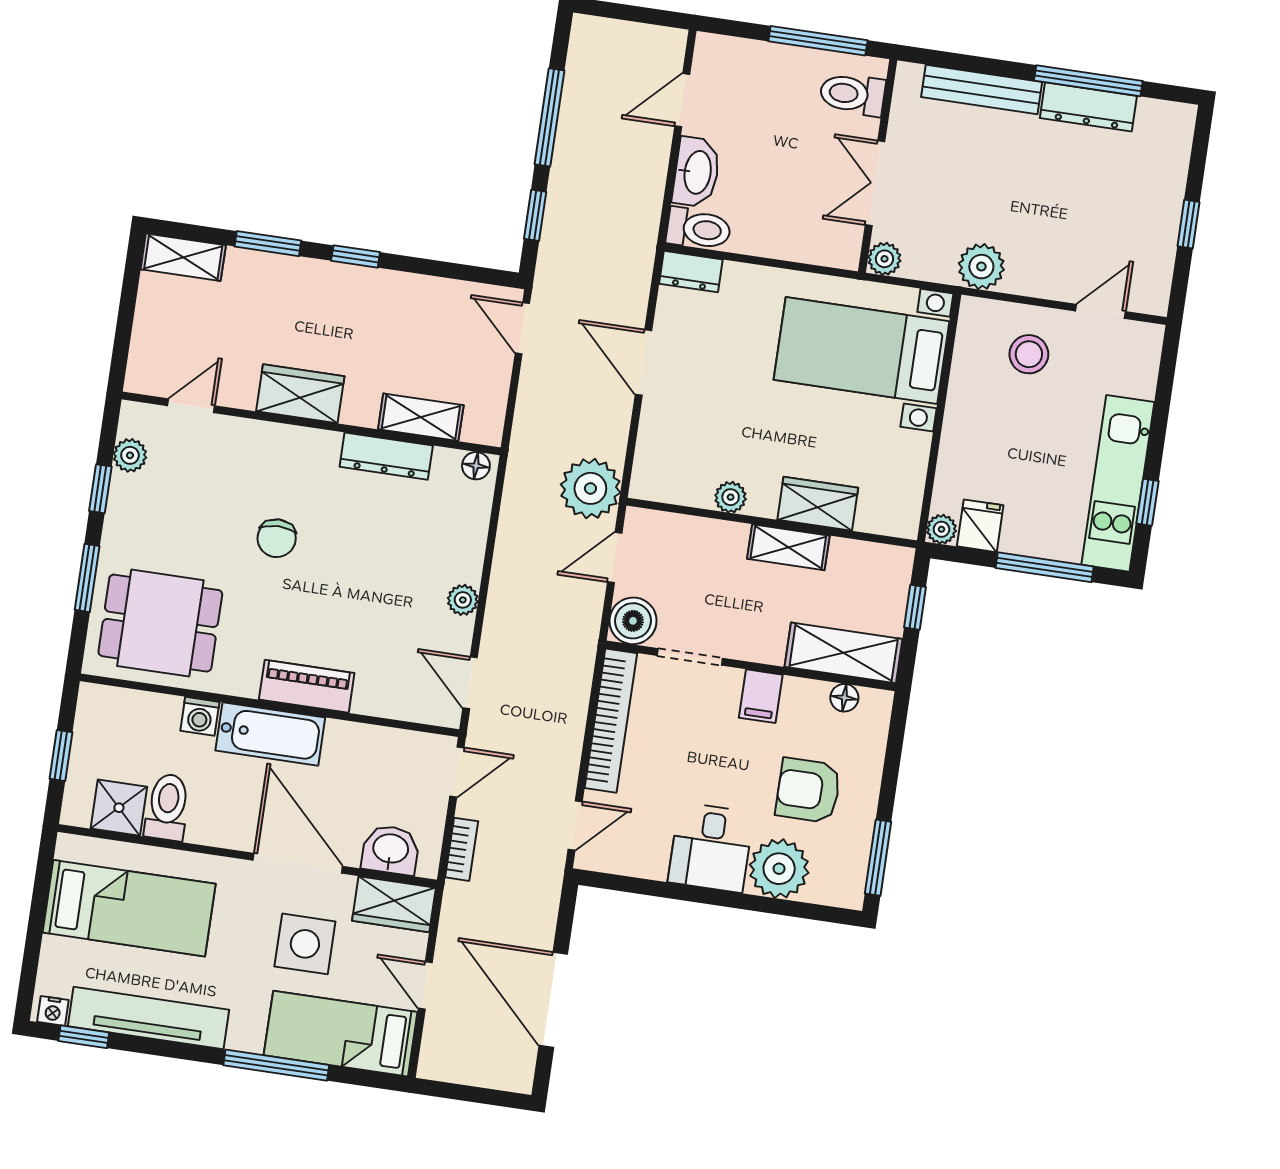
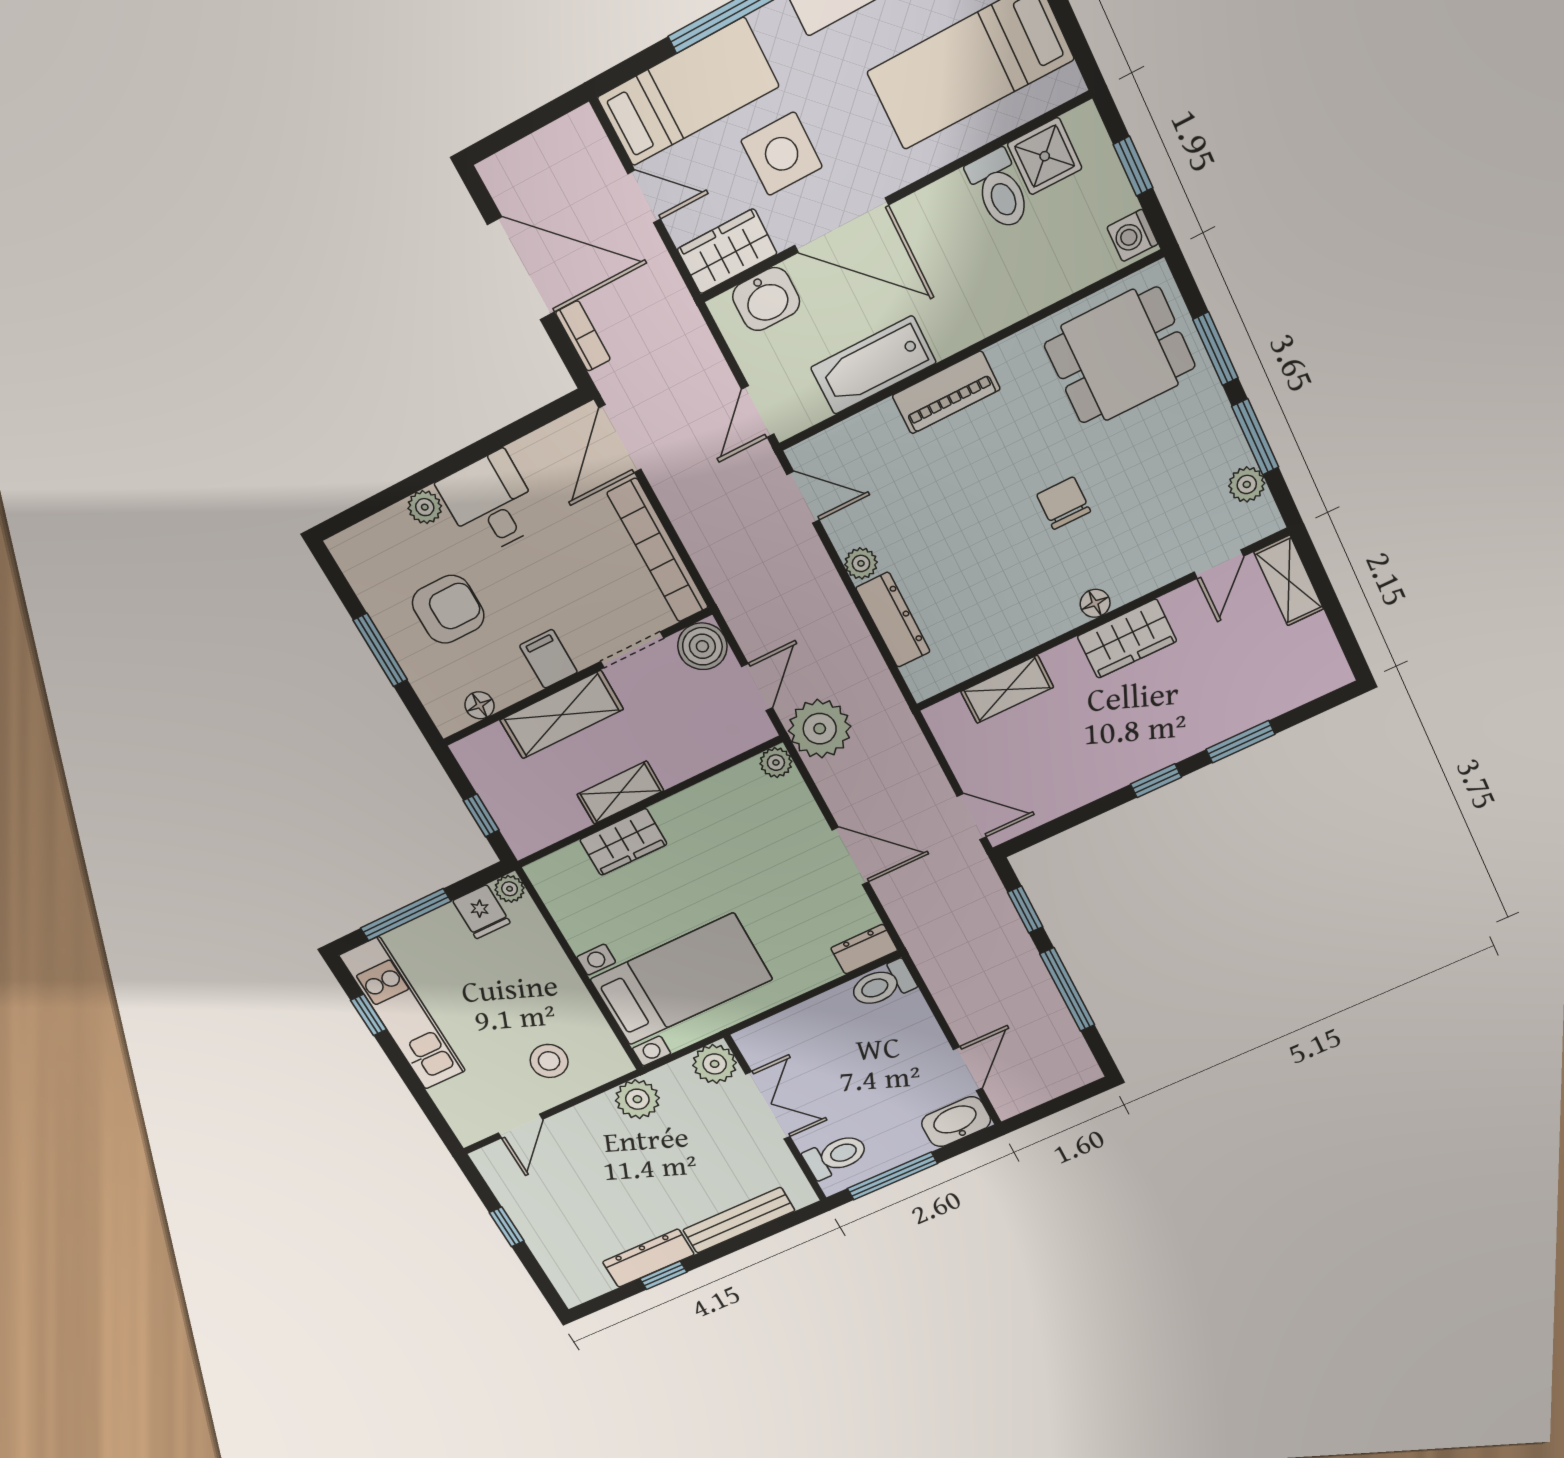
window: (1088, 81) -> (663, 1275), width x0.46
washbasin: (696, 172) -> (956, 1122), moved, turned 90
shelving: (183, 257) -> (1289, 581), moved, turned 90
plant: (884, 259) -> (715, 1064), width x1.38, depth x1.38
dresser: (386, 456) -> (893, 620), moved, turned 90
floor lamp: (476, 466) -> (1095, 603), moved
window: (100, 489) -> (1255, 437), width x1.50
plant: (731, 497) -> (776, 763), moved
shelving: (844, 653) -> (561, 715), moved
washing machine: (200, 716) -> (1132, 236), moved, turned -90
bathtub: (270, 734) -> (873, 365), moved
door: (575, 825) -> (620, 439), width x1.38
bookcase: (462, 849) -> (583, 336), moved, turned 180
window: (878, 858) -> (380, 650), moved
plant: (779, 869) -> (425, 507), width x0.53, depth x0.53

